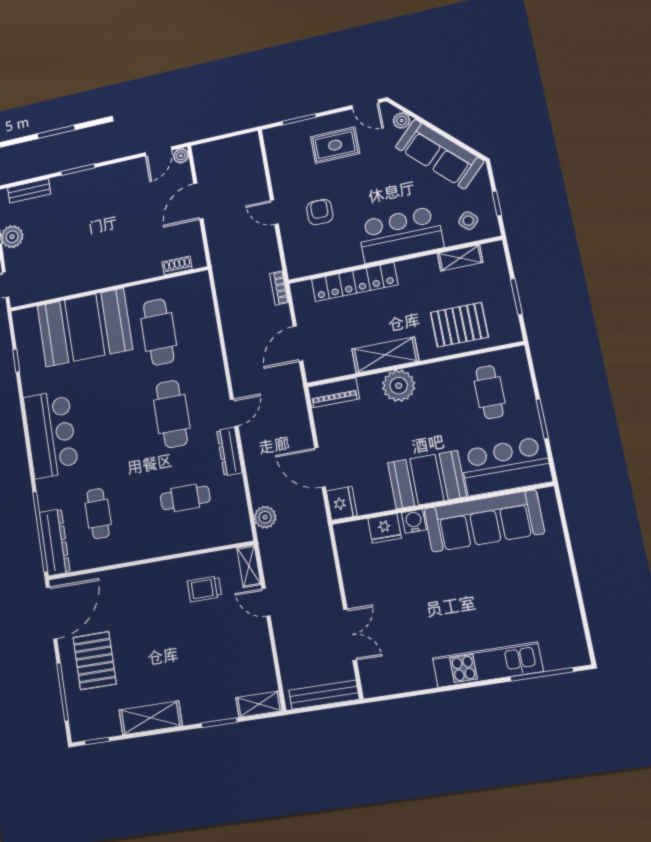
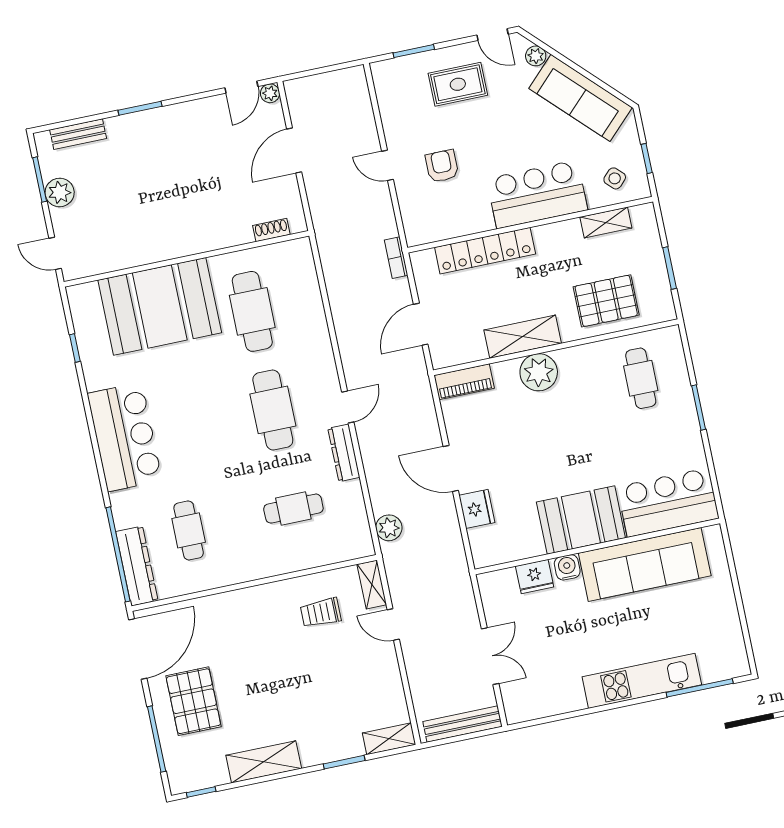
bar counter: (506, 466) -> (668, 502), moved
booth: (427, 480) -> (581, 520), moved
wall: (441, 503) -> (597, 546), moved
water cooler: (414, 521) -> (567, 567), moved
sofa: (484, 521) -> (645, 564), moved
fridge: (385, 528) -> (535, 577), moved

